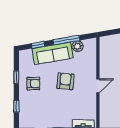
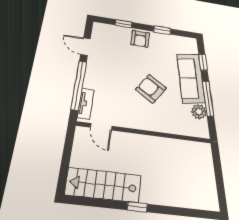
armchair: (65, 81) -> (151, 89), turned -152
armchair: (33, 84) -> (140, 39), moved
door: (98, 86) -> (101, 127), moved

